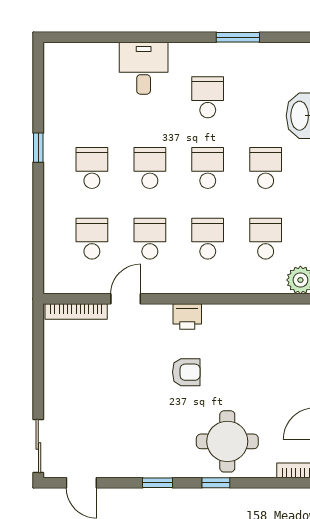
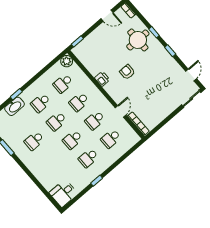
desk: (144, 68) -> (63, 193), moved
door: (126, 299) -> (121, 111), swing flipped
printer: (187, 316) -> (102, 79), moved

